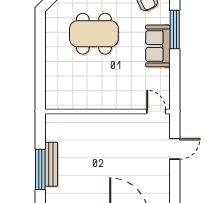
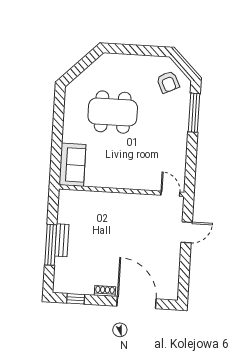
sofa: (158, 46) -> (72, 165), moved, turned 180
bench: (51, 164) -> (62, 240), width x0.73

